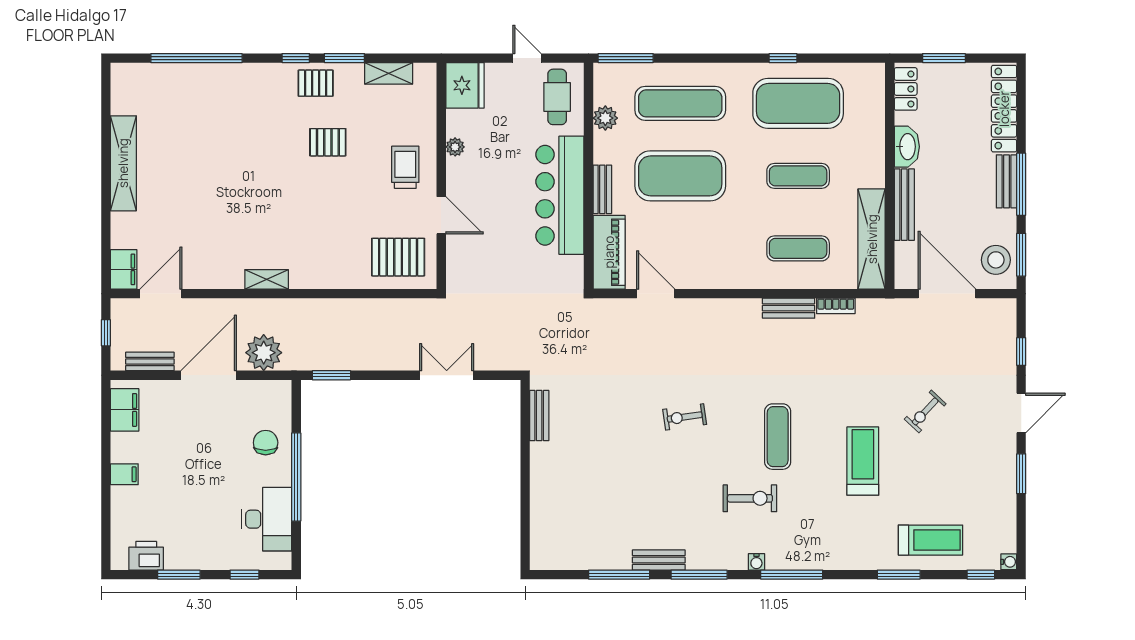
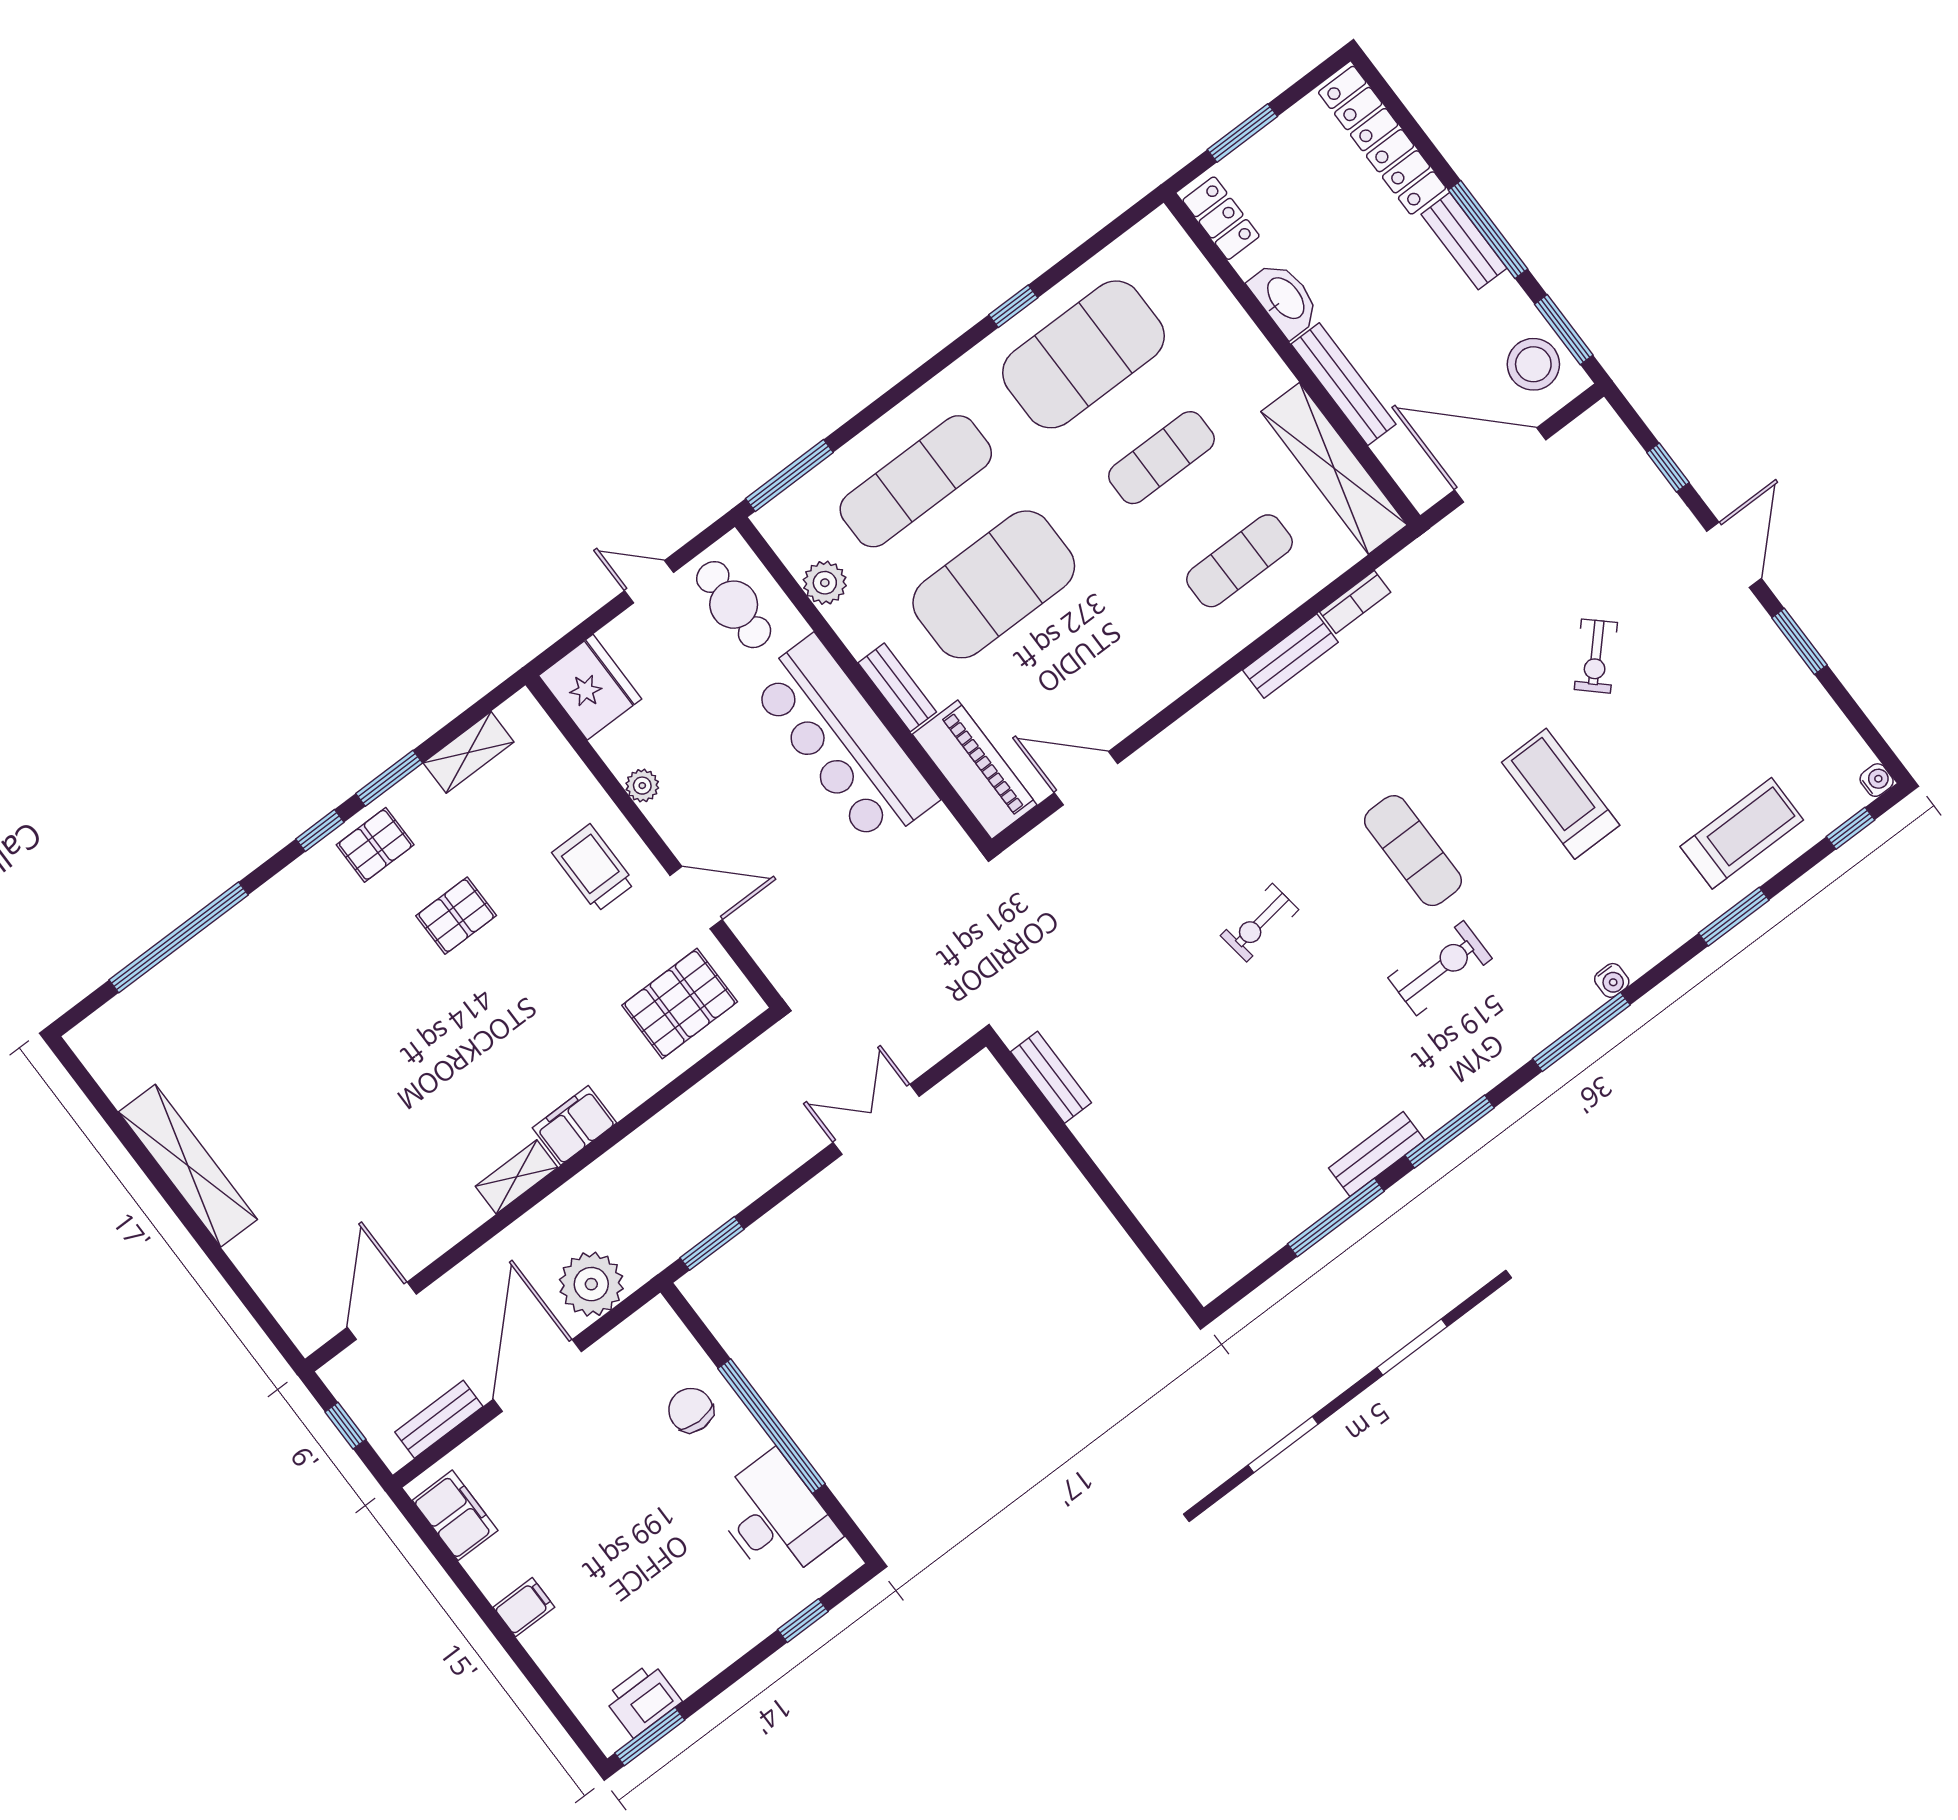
filing cabinet: (124, 269) -> (575, 1125), moved, turned -90
water cooler: (756, 562) -> (1612, 980), moved
window: (179, 575) -> (650, 1736), moved

